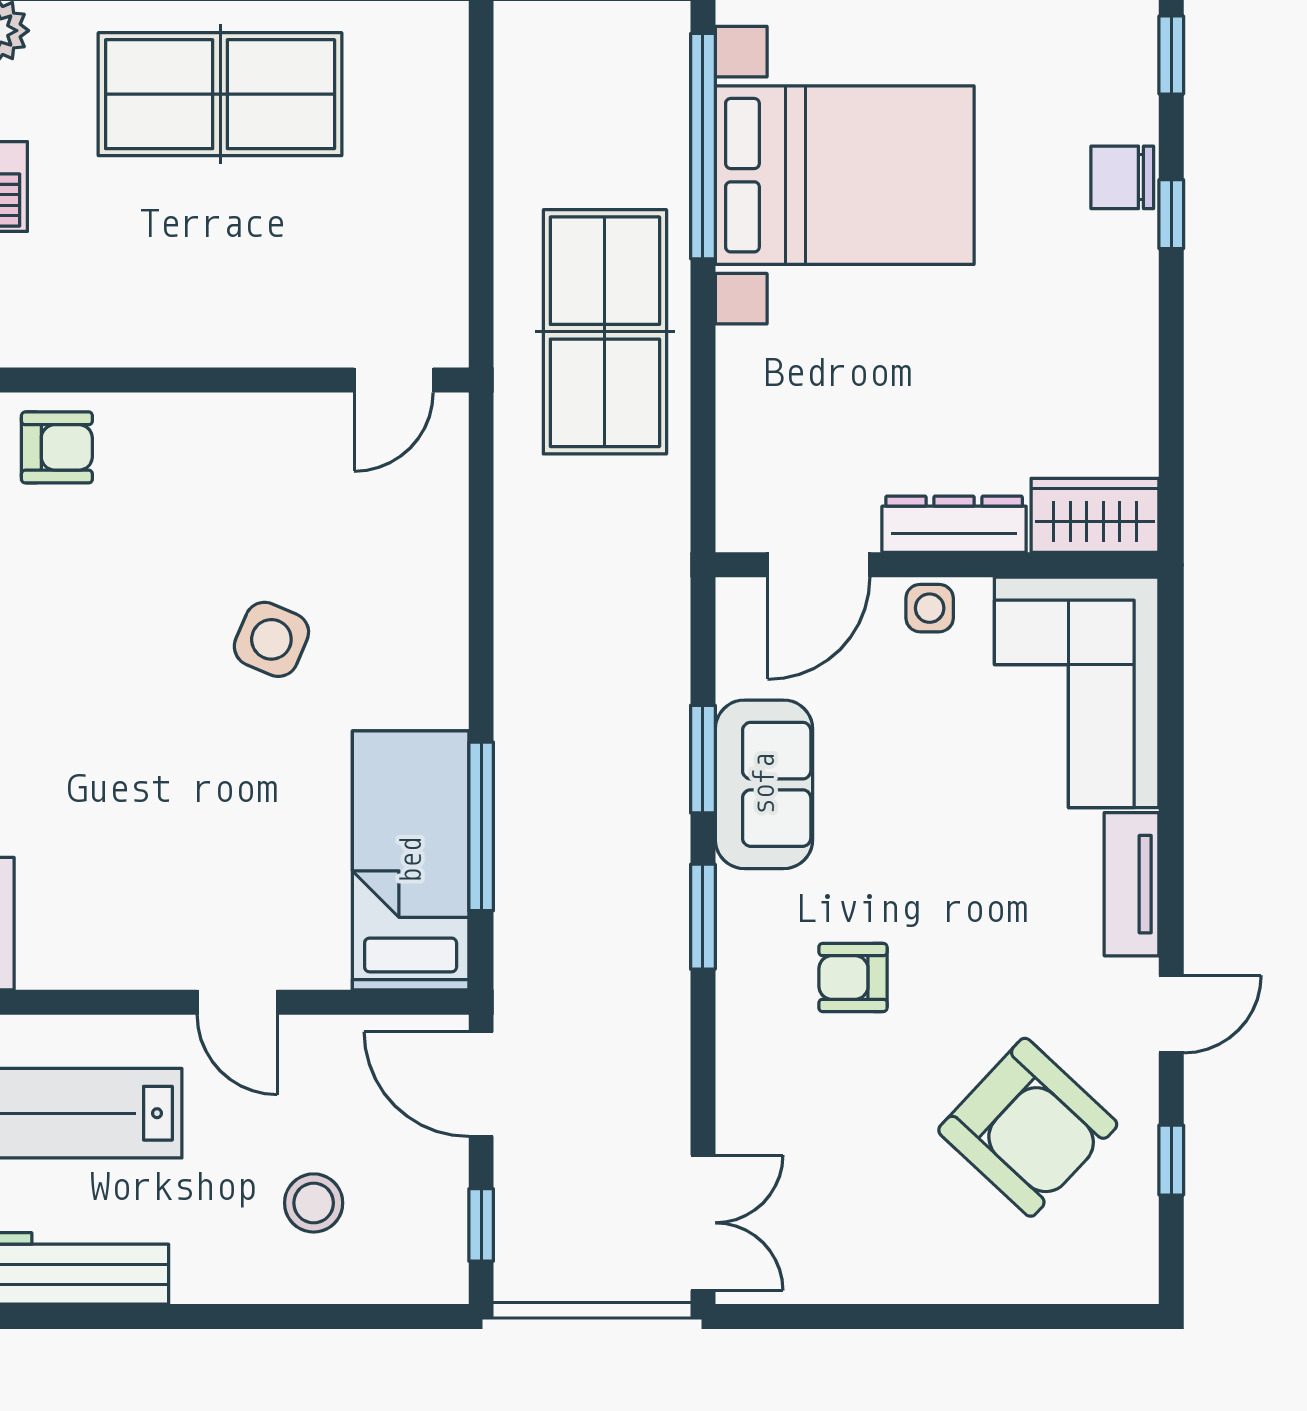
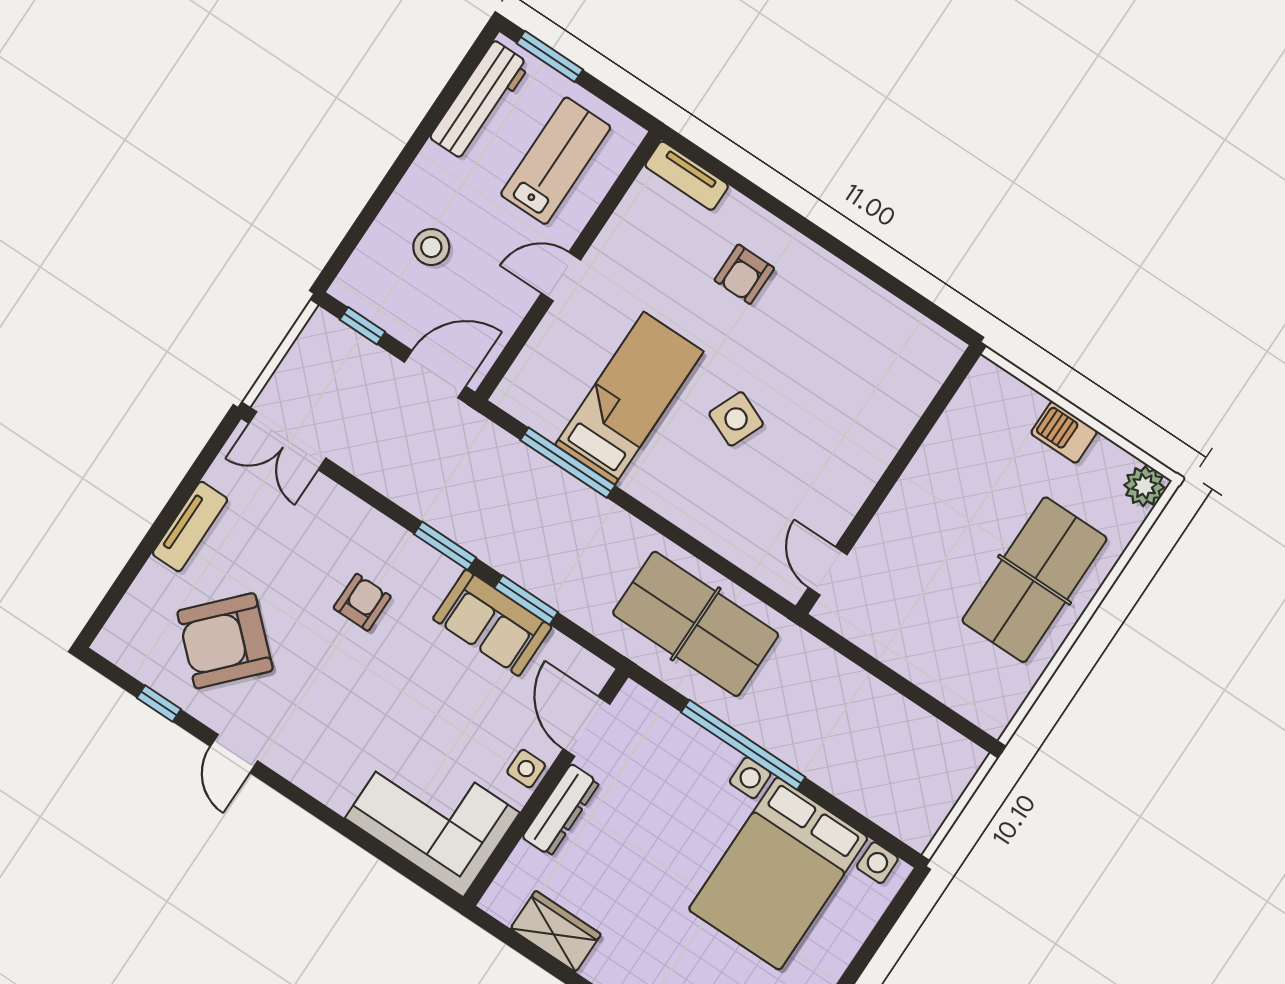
window: (703, 146) -> (743, 745), moved
table tennis table: (605, 332) -> (696, 624), moved
armchair: (57, 447) -> (744, 274), moved
wardrobe: (1095, 515) -> (556, 931), moved, turned -90
bed: (411, 860) -> (629, 398), moved, turned -90
tv unit: (1132, 884) -> (190, 527), moved, turned 90

